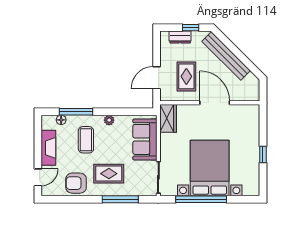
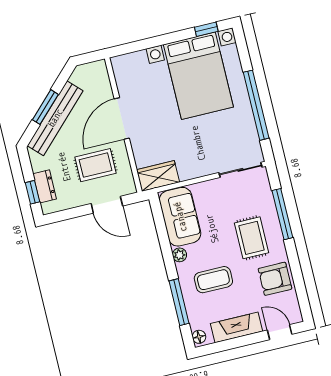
window: (191, 28) -> (33, 192), moved
window: (236, 51) -> (45, 107), added
floor lamp: (61, 120) -> (199, 337), moved
sofa: (145, 139) -> (180, 217), moved, turned -90
window: (263, 154) -> (206, 29), moved
bed with nightstands: (210, 168) -> (198, 76), moved, turned -90
armchair: (76, 183) -> (275, 279), turned 90

